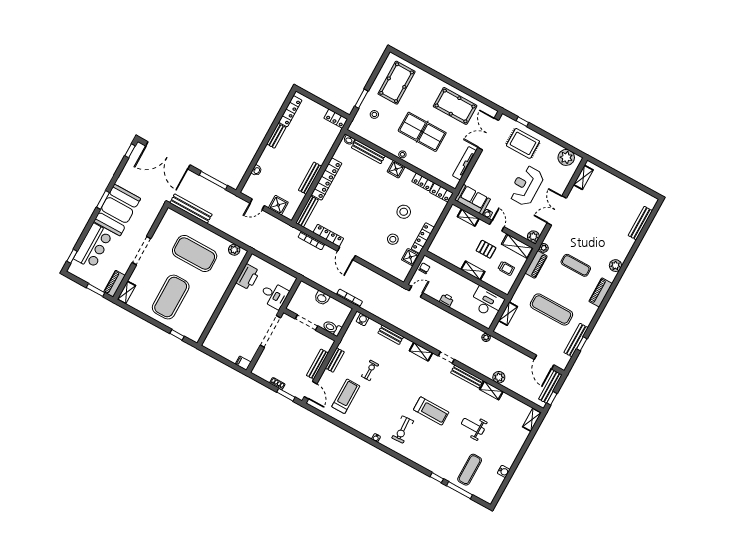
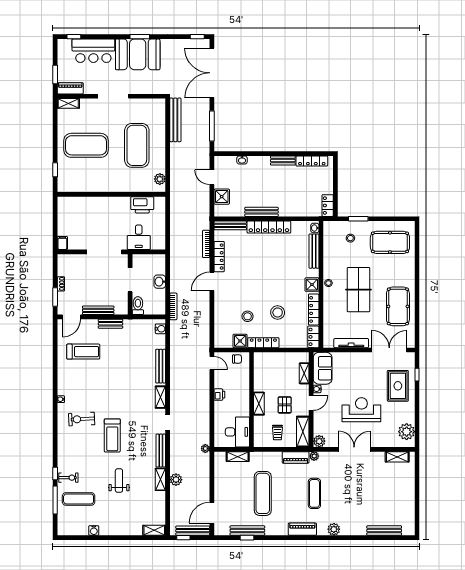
locker: (423, 182) -> (314, 309), width x1.53
bench: (391, 335) -> (161, 366), width x1.36
exercise bike: (370, 370) -> (68, 478), moved

